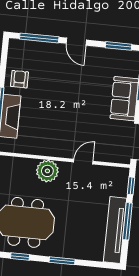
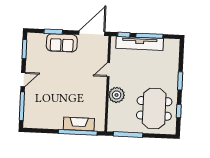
armchair: (19, 79) -> (52, 119), removed
door: (83, 162) -> (108, 70), hinge flipped
tv unit: (115, 230) -> (140, 43), moved

